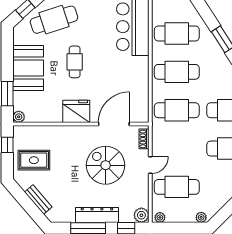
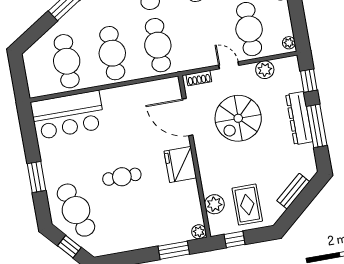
booth: (28, 68) -> (139, 231), removed
plant: (39, 133) -> (214, 204), added
plant: (141, 215) -> (265, 70), moved

